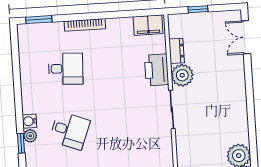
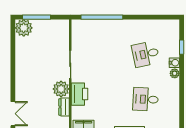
desk: (70, 131) -> (146, 54), turned -33
plant: (30, 136) -> (175, 73), moved

